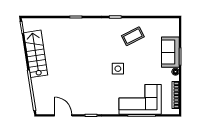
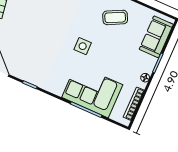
sofa: (170, 52) -> (156, 37), moved

